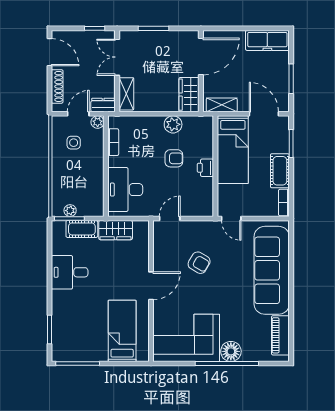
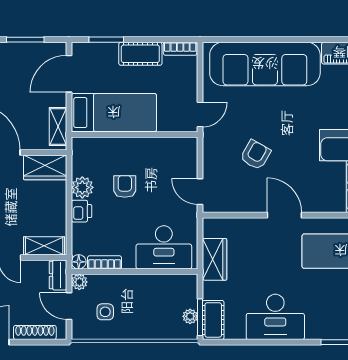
floor lamp: (114, 121) -> (79, 262), added
printer: (205, 168) -> (81, 211), moved, turned -90
cot: (82, 229) -> (213, 320), moved
desk: (70, 272) -> (275, 317), width x1.37

